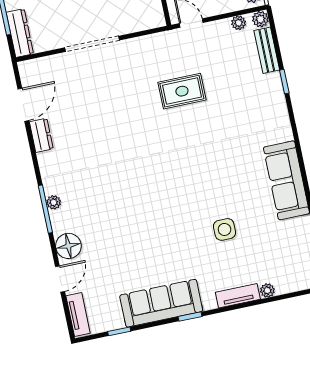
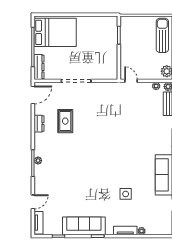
rug: (182, 91) -> (65, 121), moved, turned 90
door: (23, 105) -> (33, 95), moved
floor lamp: (68, 246) -> (41, 185), removed

